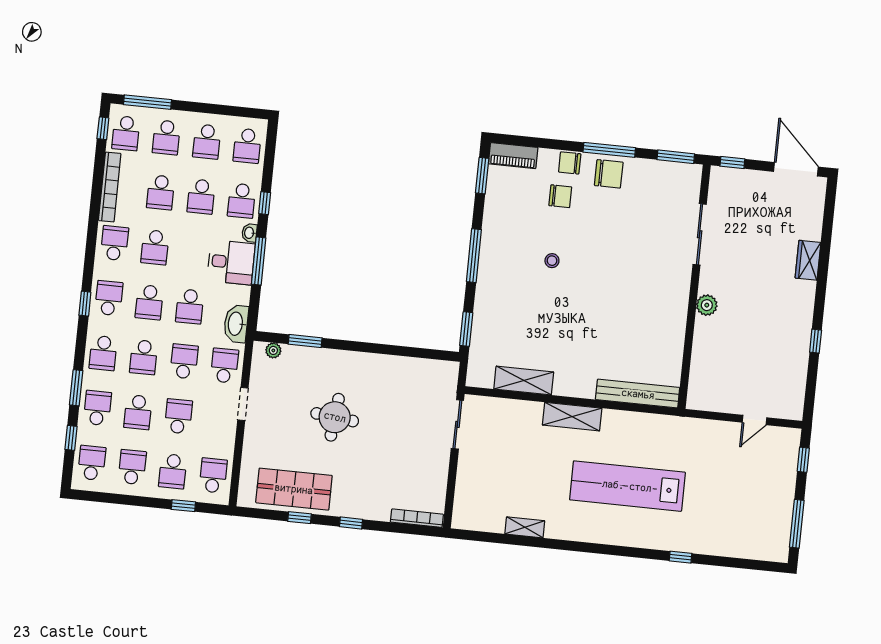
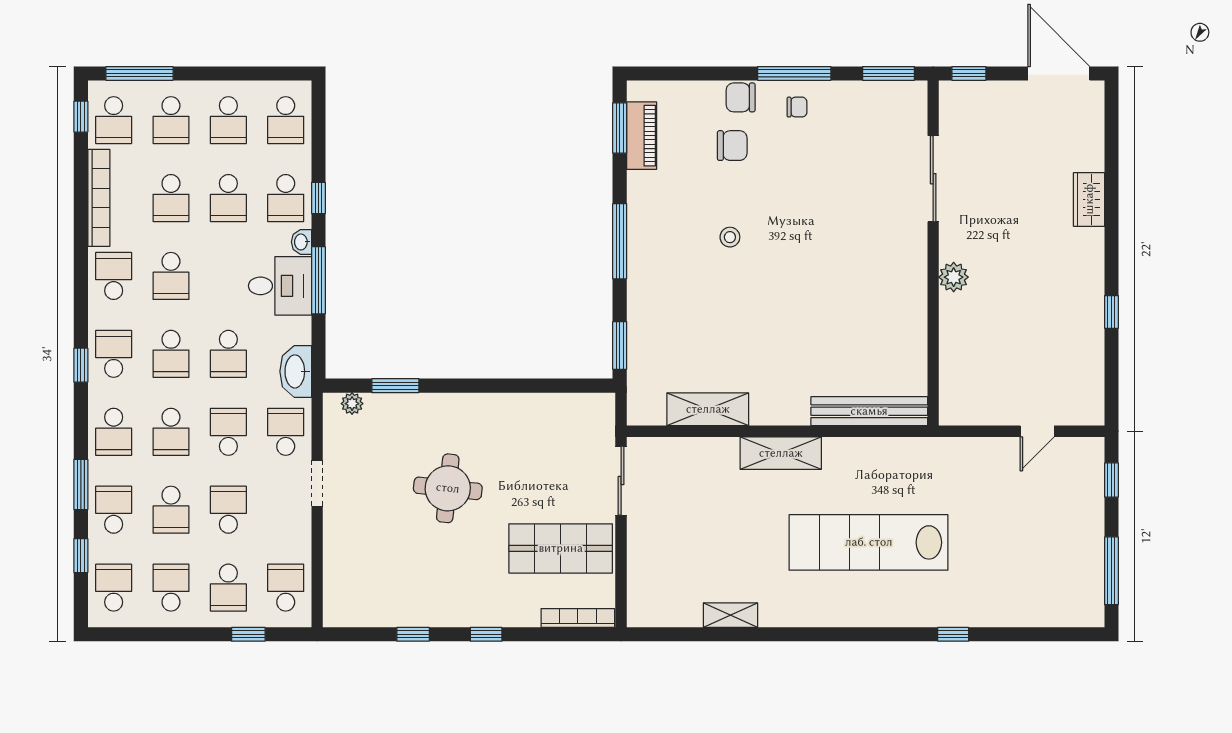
piano: (513, 156) -> (642, 136), moved, turned -90
chair: (609, 174) -> (797, 107), width x0.54, depth x0.54
shop shelf: (294, 489) -> (561, 548), moved

